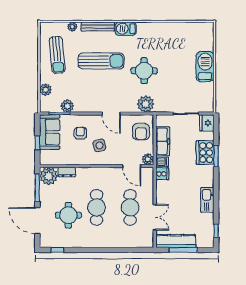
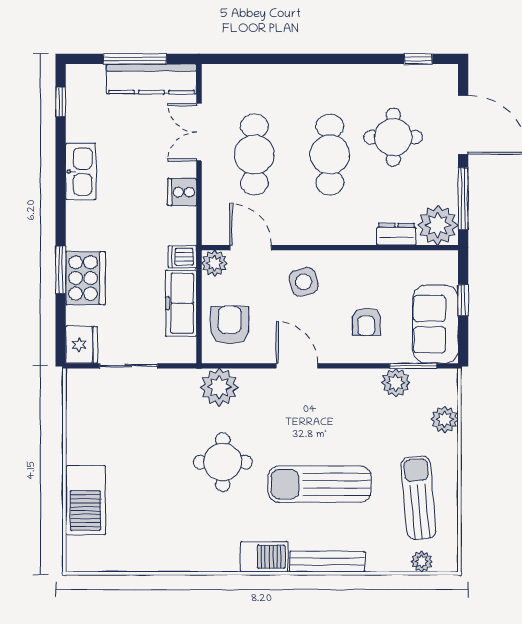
plant: (72, 27) -> (422, 561), moved
barbecue: (205, 66) -> (86, 500), moved
side table: (99, 145) -> (304, 282), moved
cooker: (162, 174) -> (182, 192), moved

